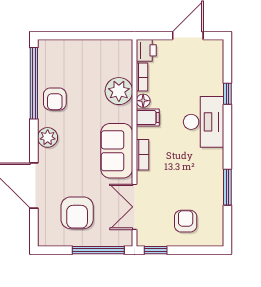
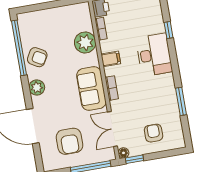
armchair: (55, 99) -> (37, 57), turned -60
floor lamp: (143, 101) -> (123, 153), moved

